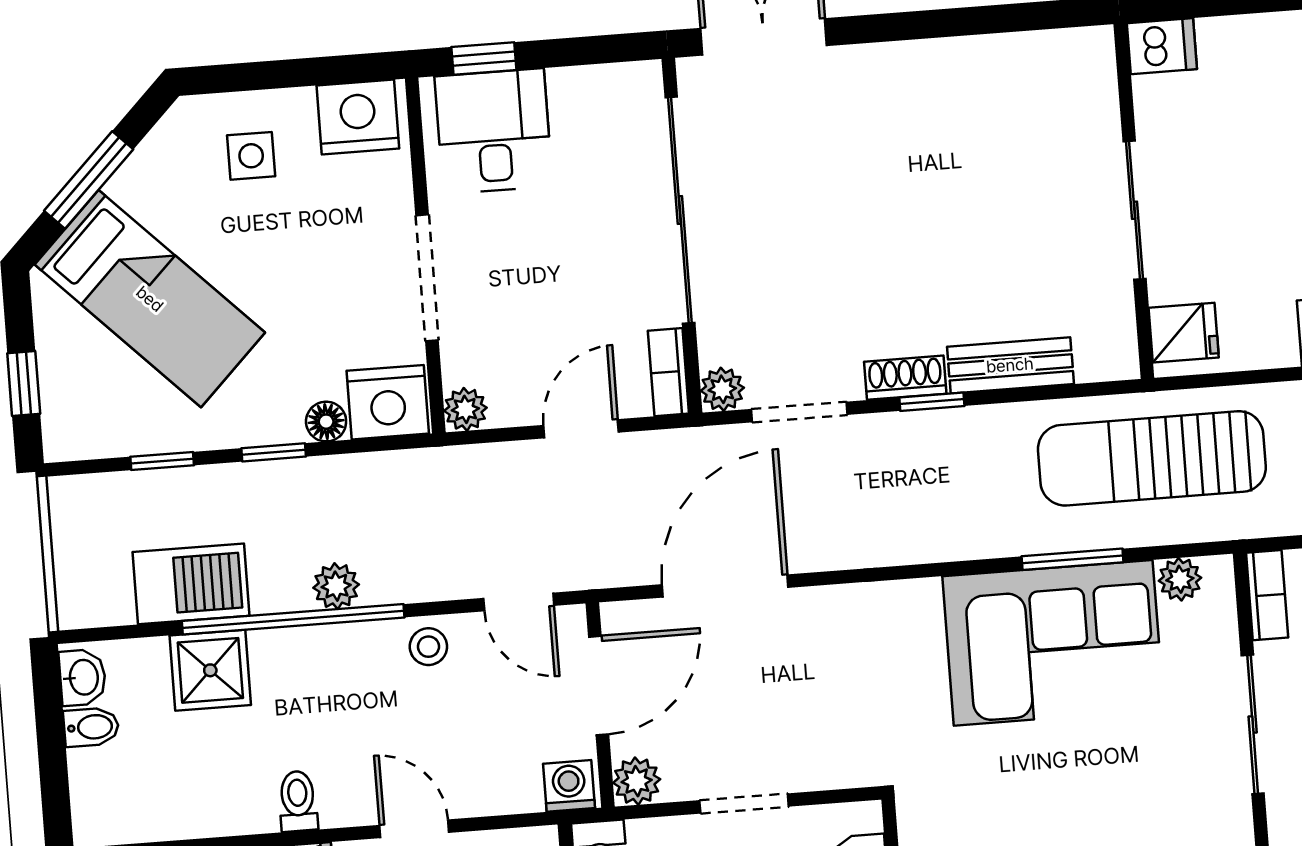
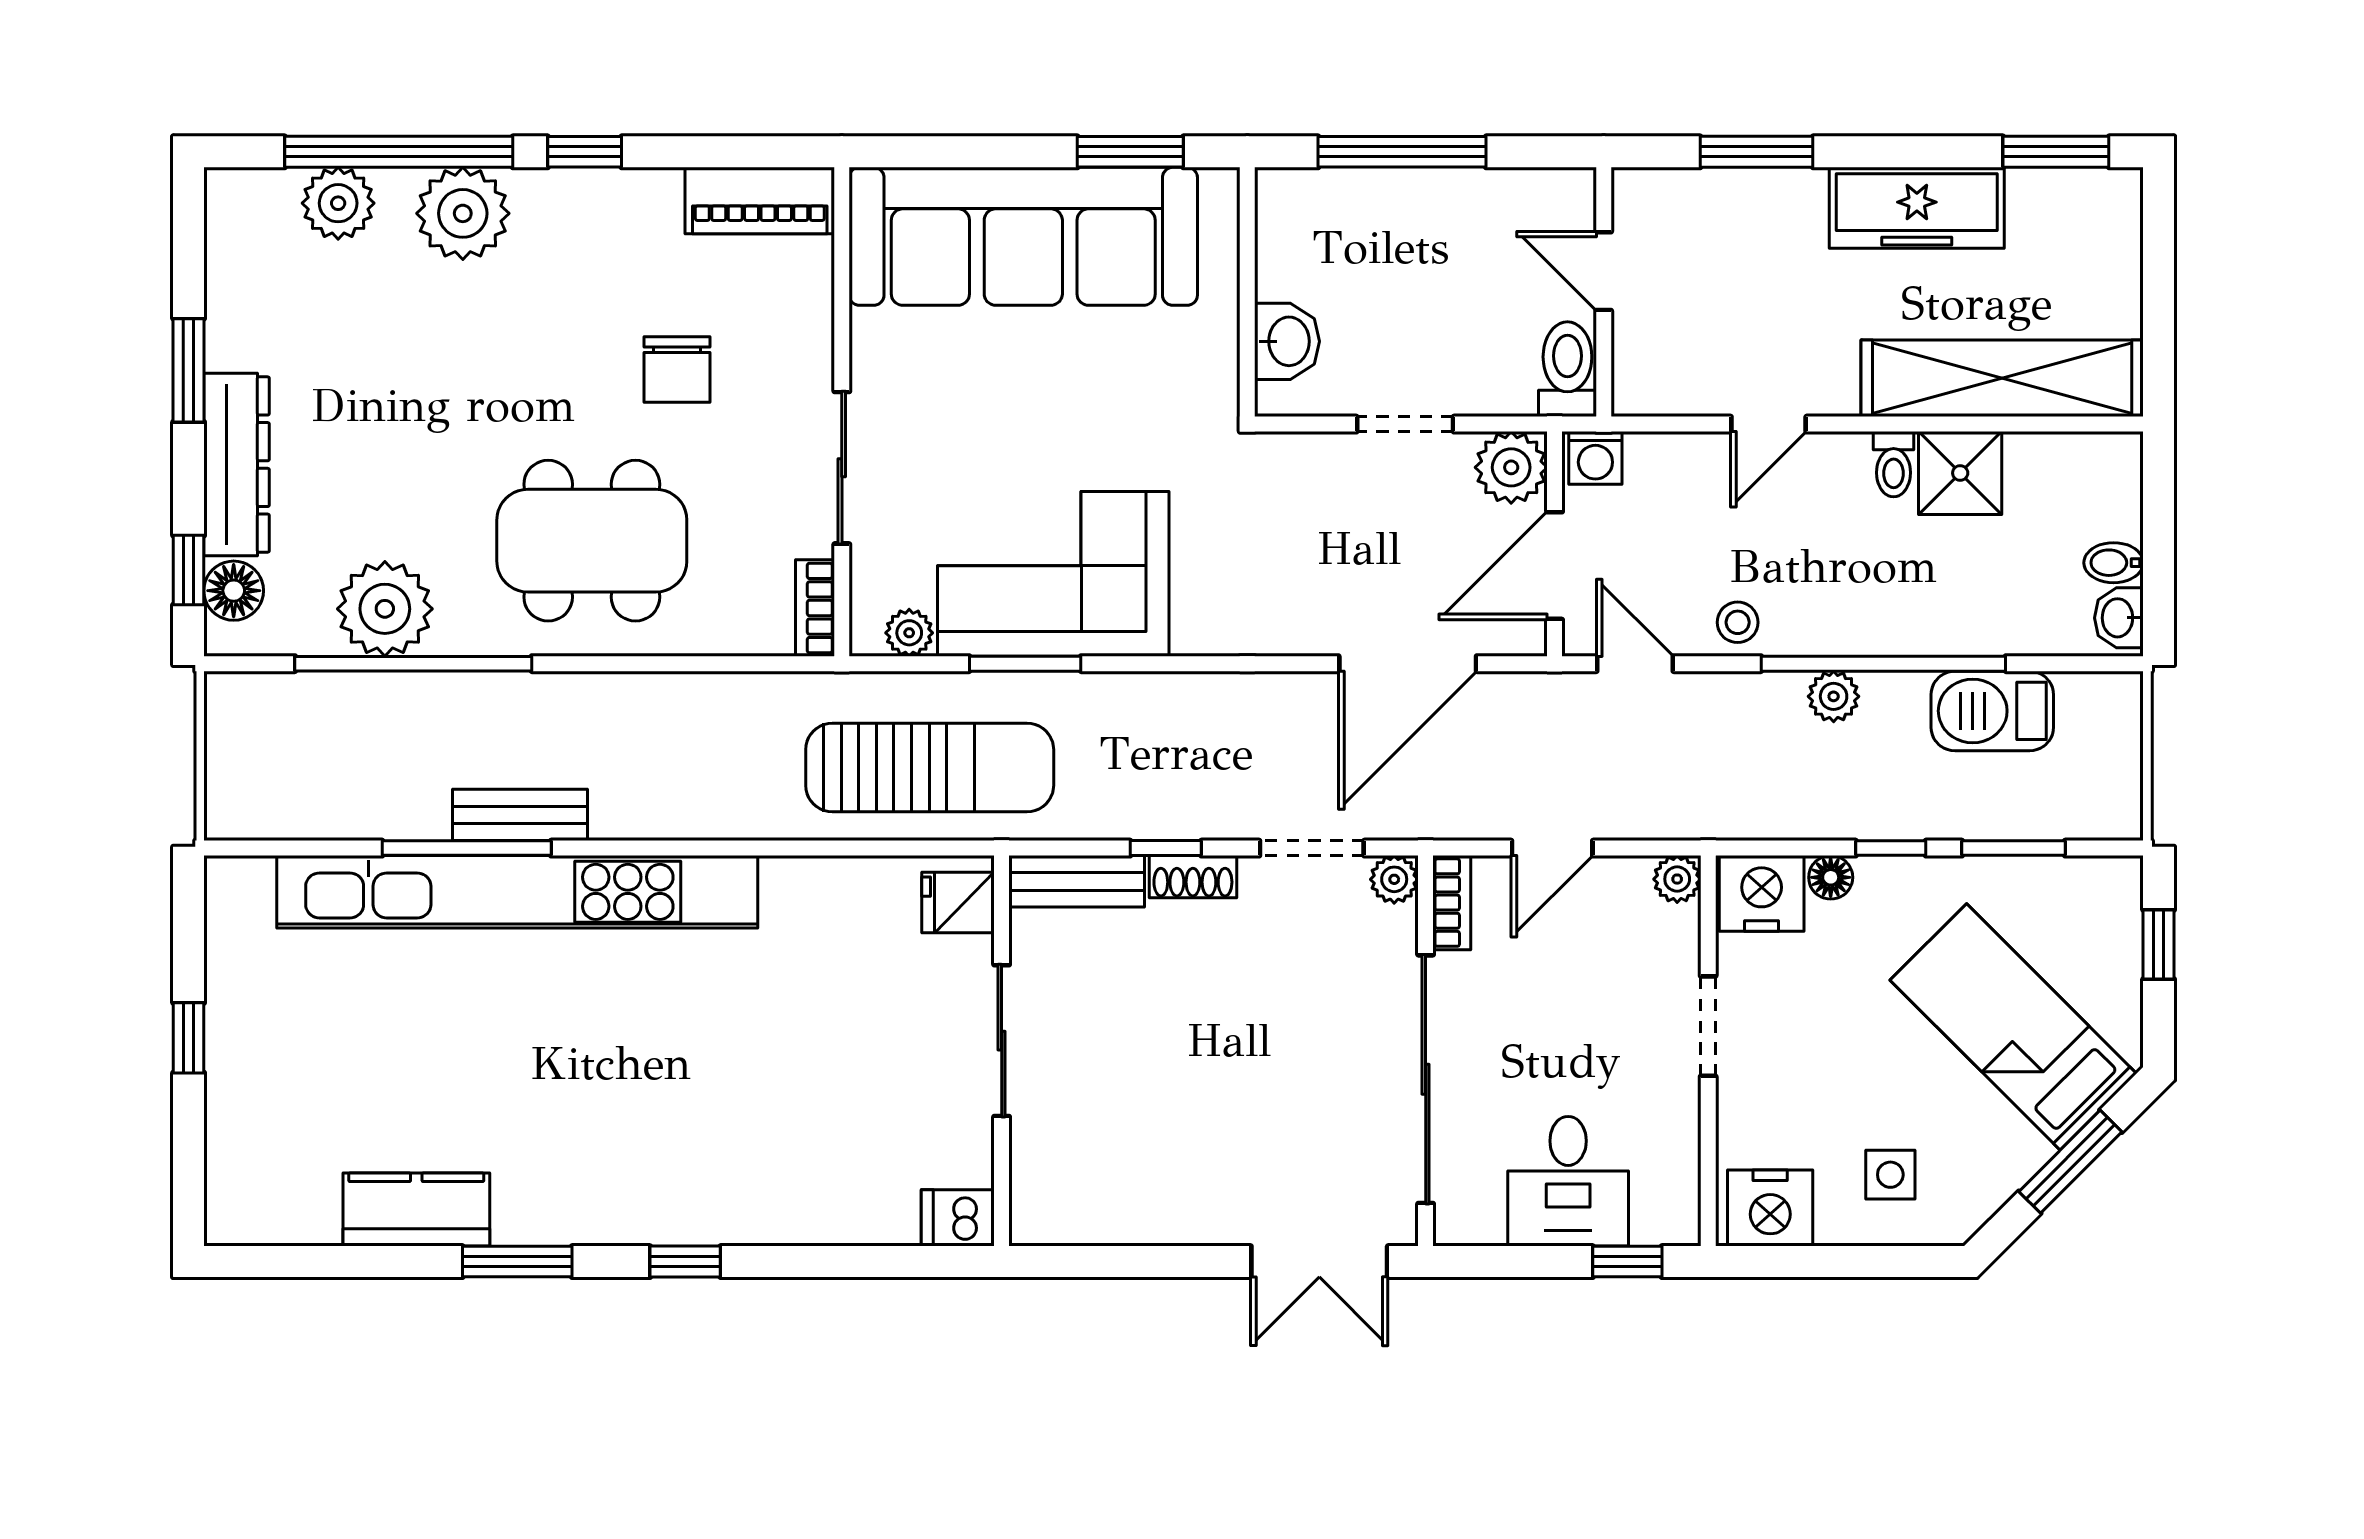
dishwasher: (1162, 46) -> (958, 1218), moved
desk: (494, 131) -> (1568, 1181), moved
wall: (1134, 201) -> (1002, 1051), moved
sliding door: (1135, 210) -> (1002, 1041), moved
doorway: (427, 278) -> (1708, 1026), width x0.73
fridge: (1184, 333) -> (958, 902), moved
window: (162, 461) -> (2014, 848), width x1.50
shower: (210, 670) -> (1960, 473), moved
plant: (637, 781) -> (1511, 467), width x1.38, depth x1.38
door: (414, 829) -> (1769, 424), hinge flipped

